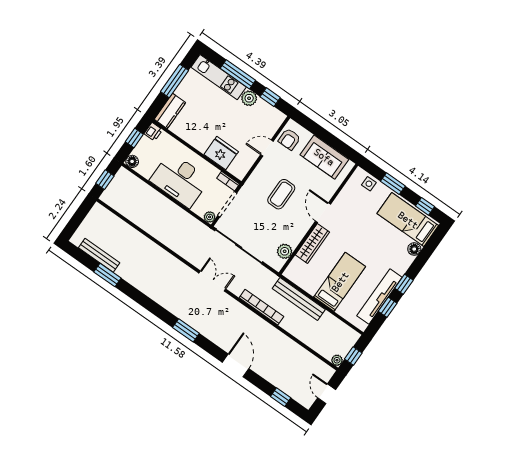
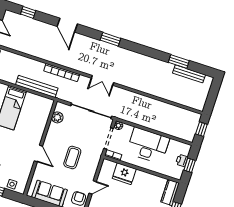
printer: (153, 132) -> (182, 160), moved
floor lamp: (132, 161) -> (186, 148), removed
wardrobe: (312, 243) -> (39, 129), removed

